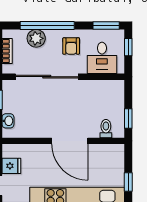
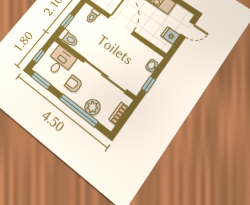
armchair: (71, 46) -> (74, 84), turned -90
toilet: (112, 87) -> (69, 38), added
window: (128, 118) -> (67, 21), moved

